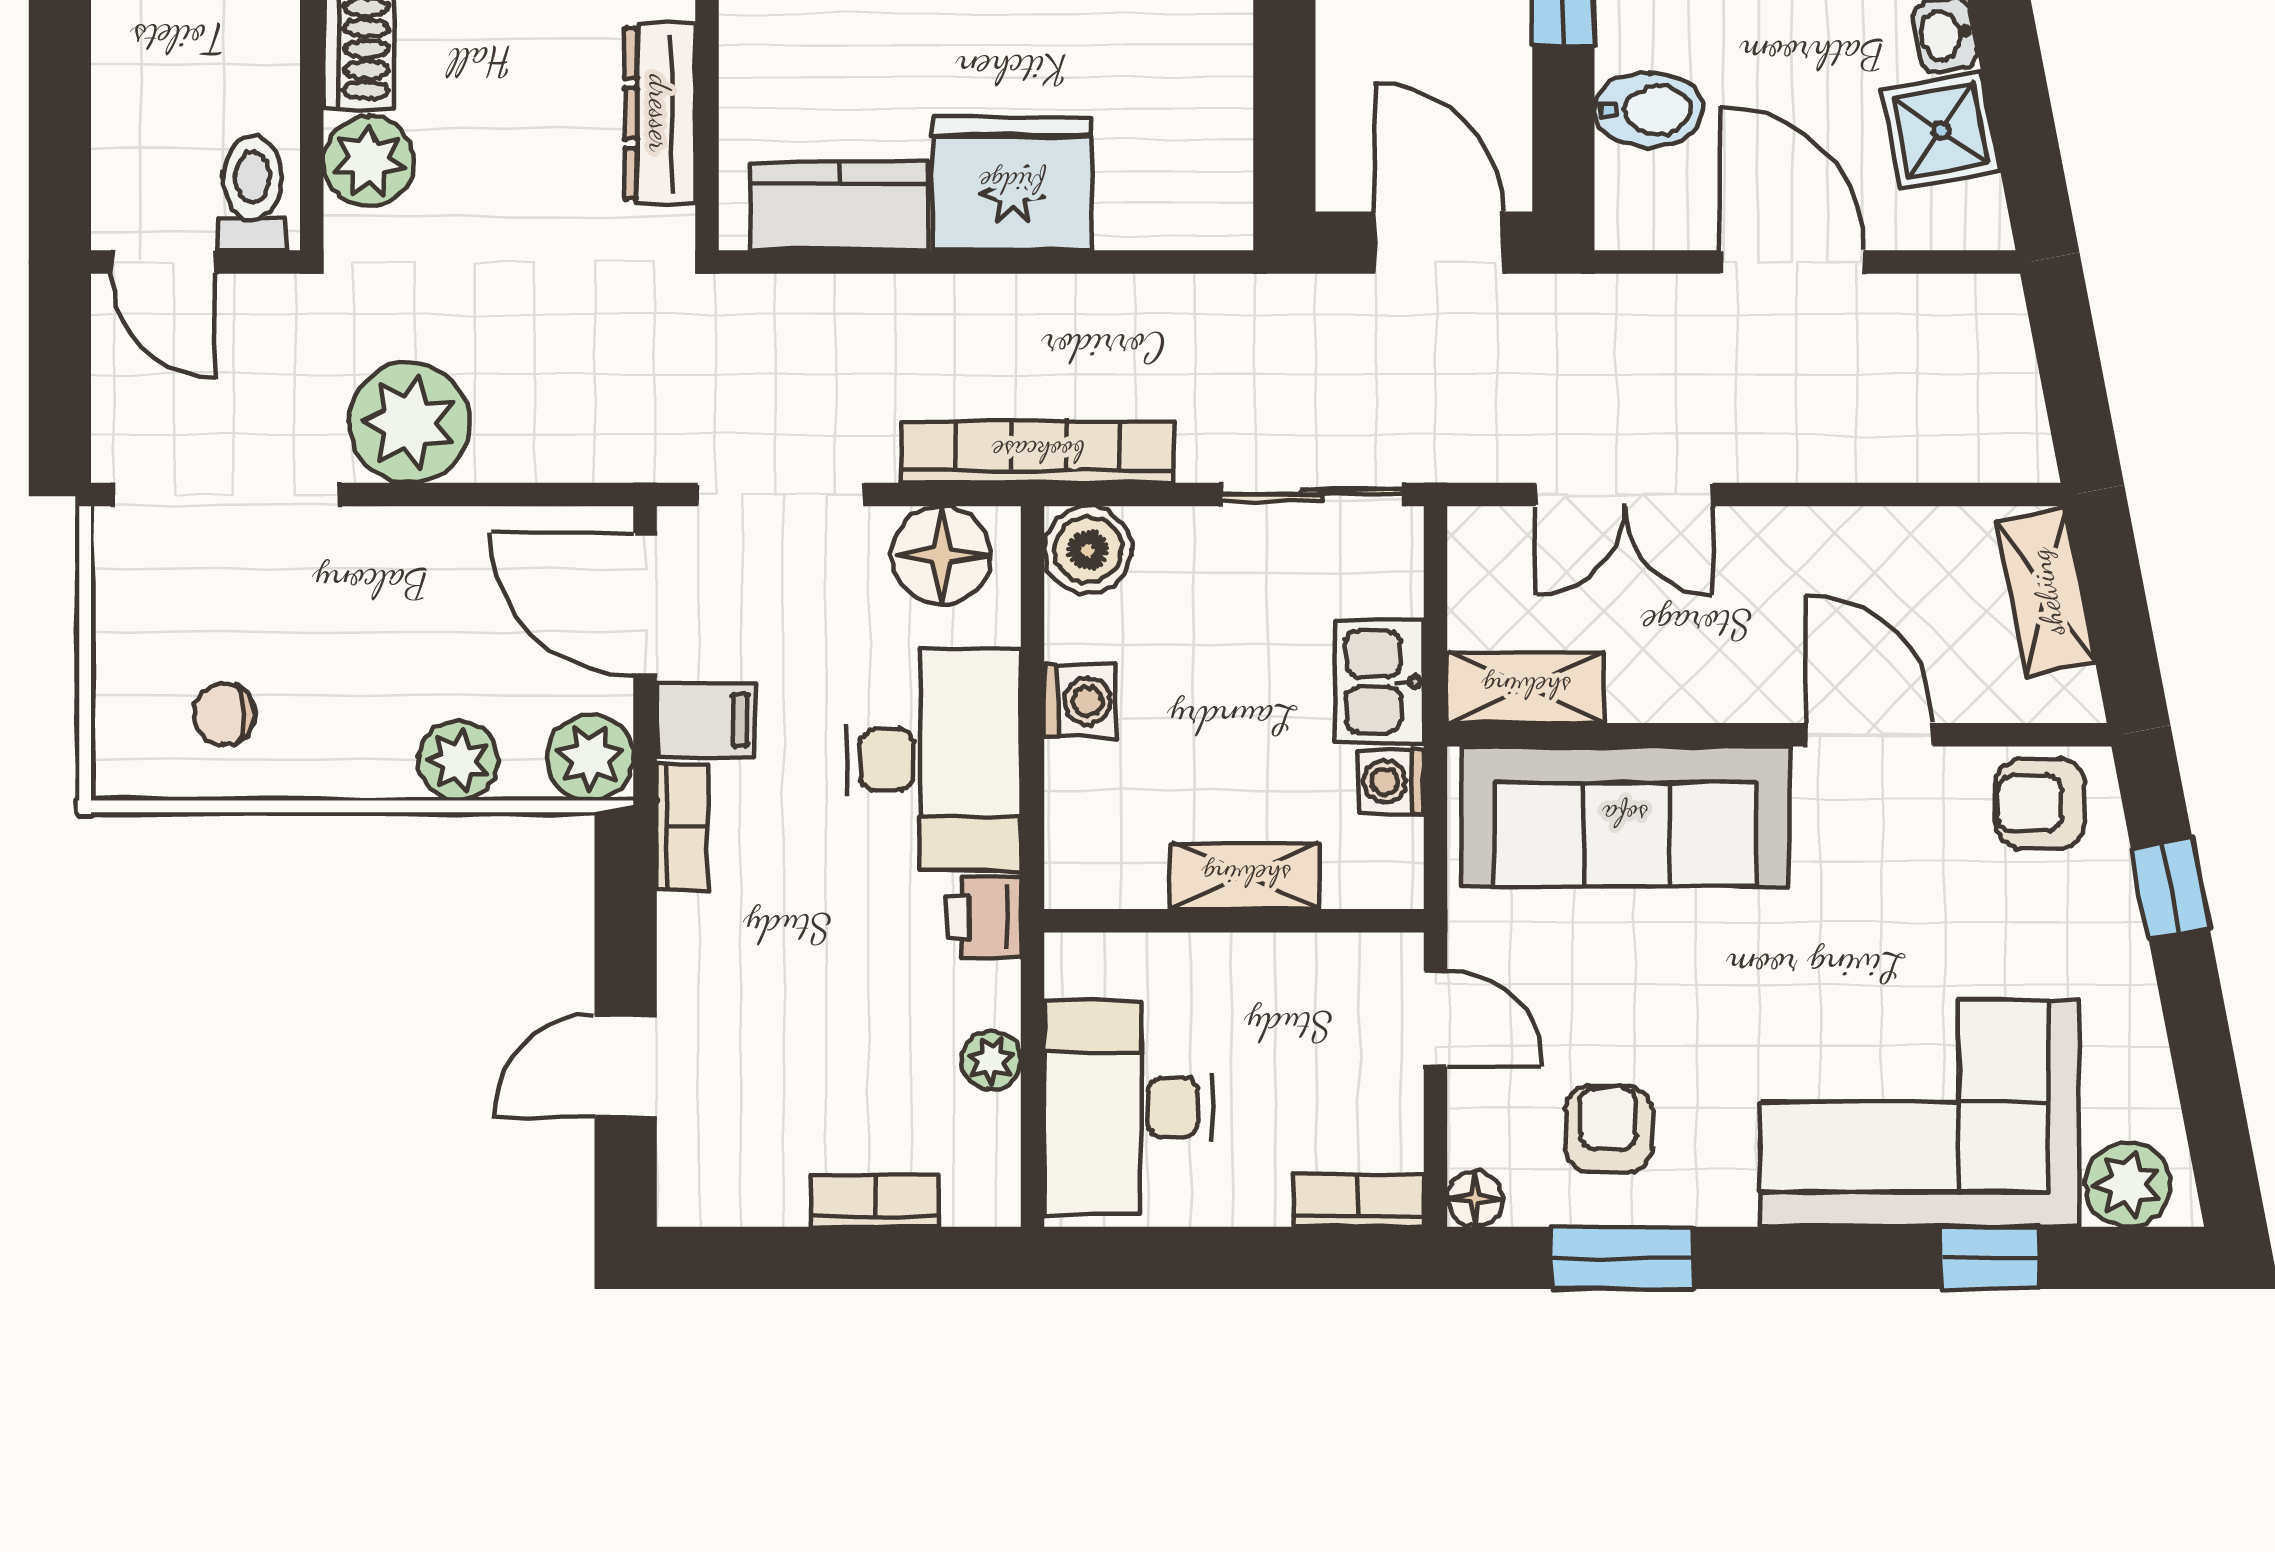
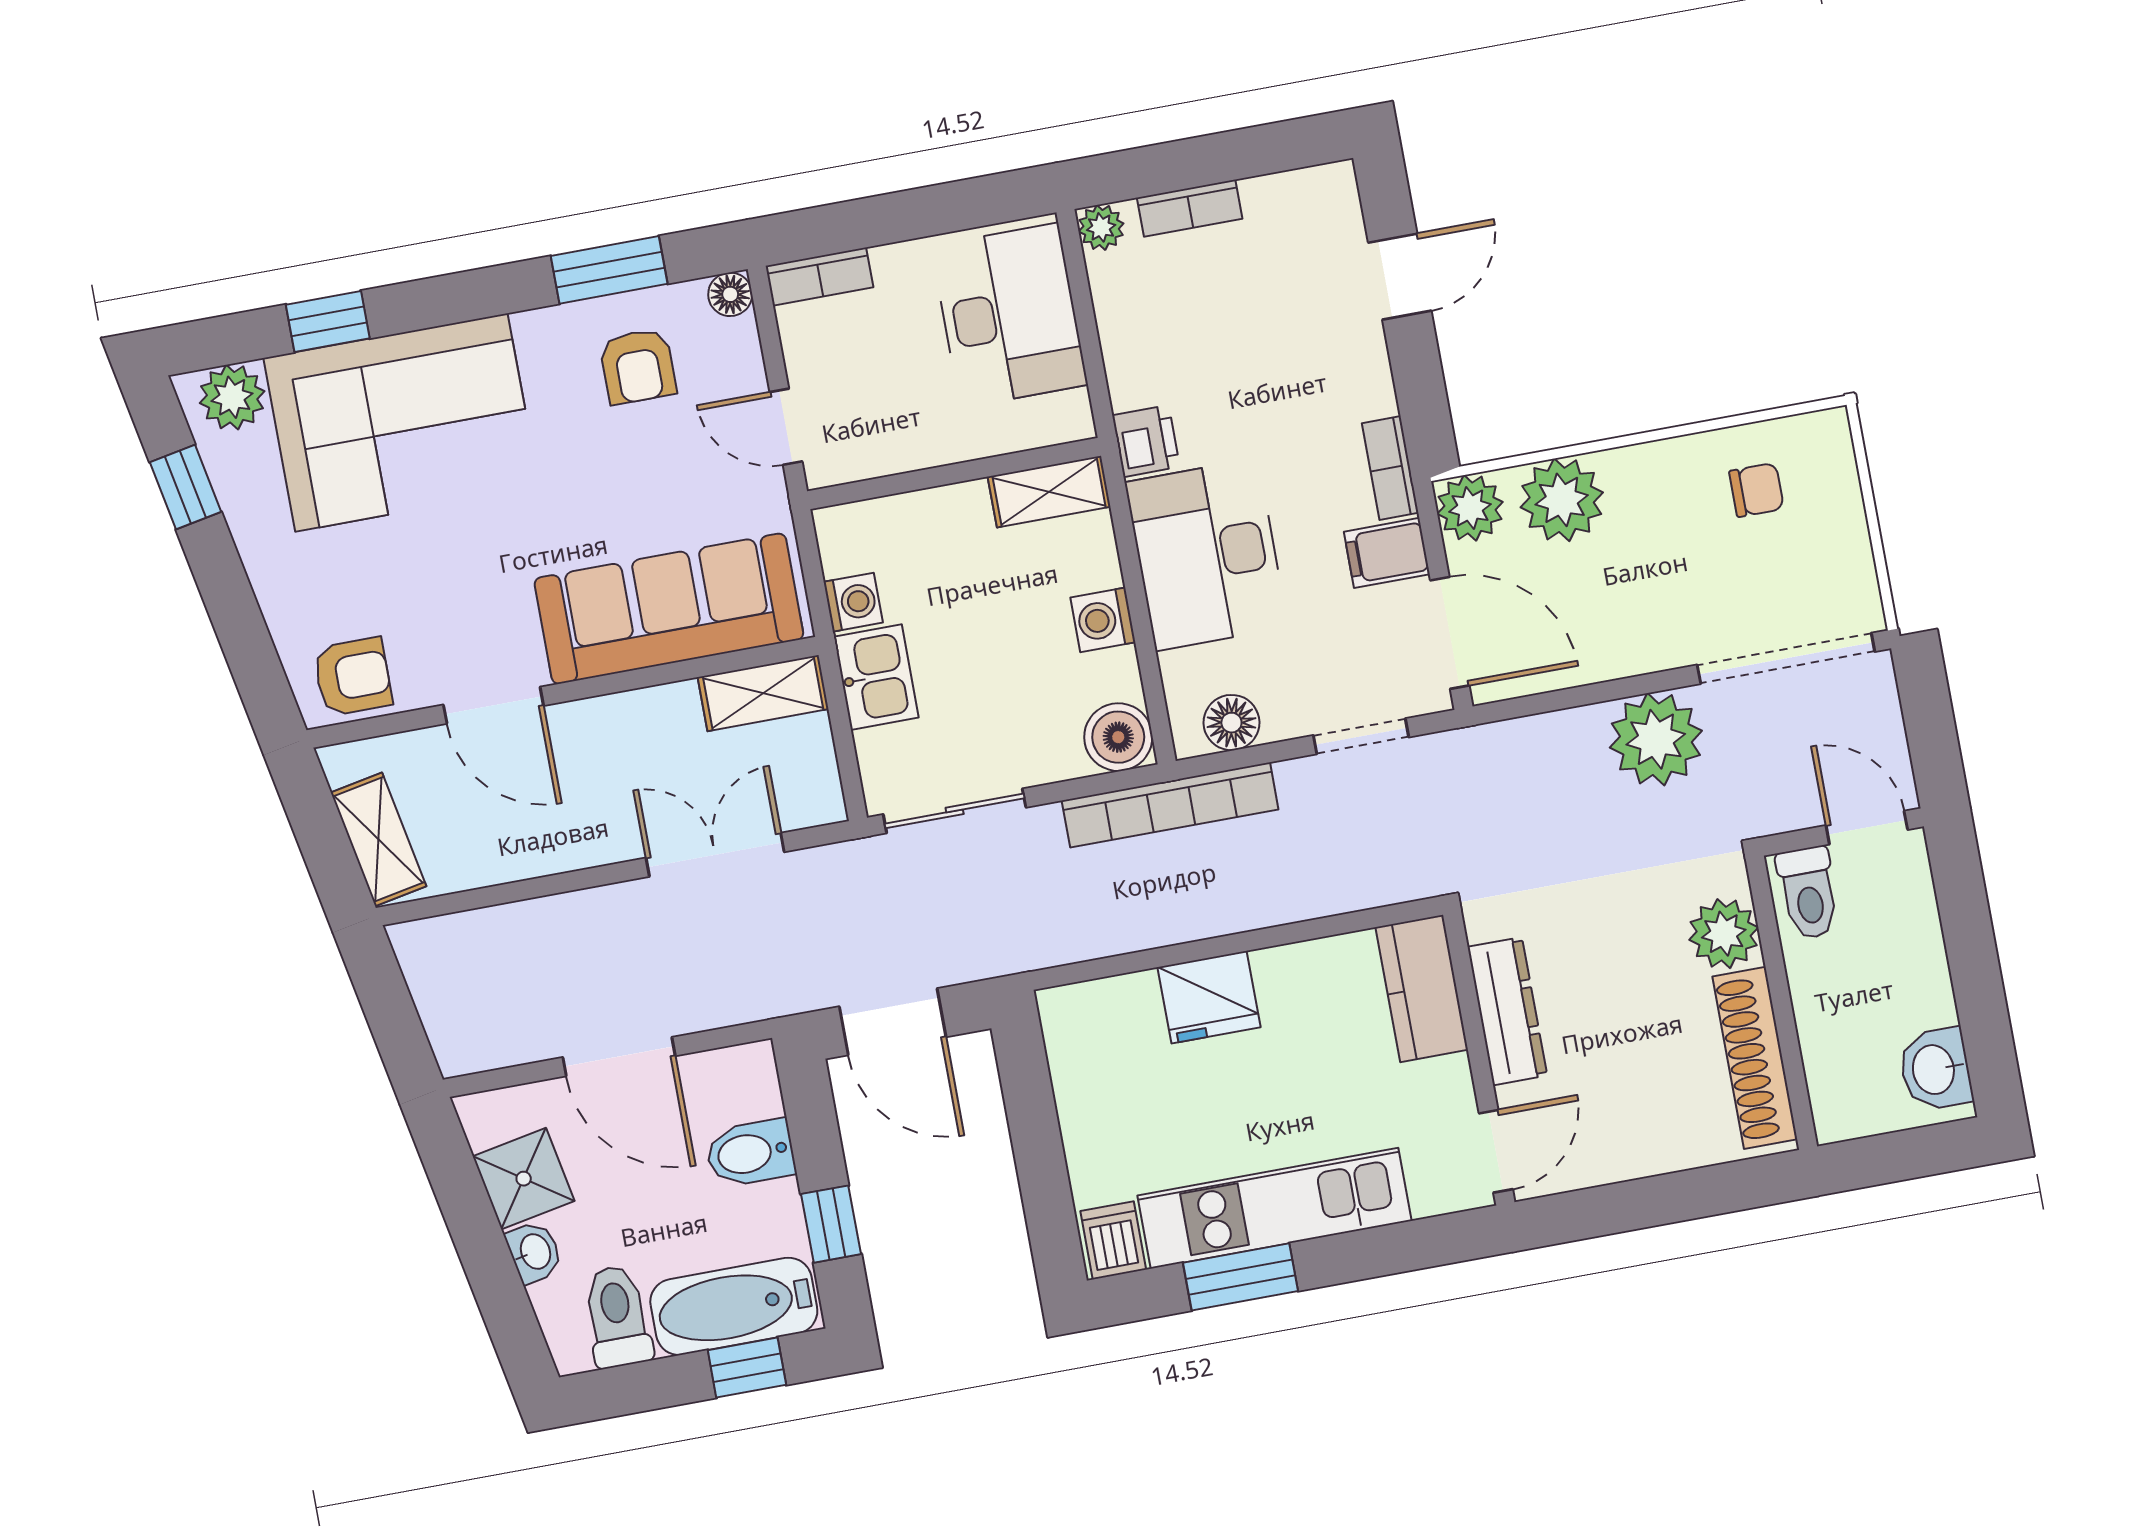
fridge: (1012, 183) -> (1209, 997), width x0.73, depth x0.75
kitchen counter: (839, 206) -> (1422, 988), moved, turned 90
doorway: (781, 494) -> (1361, 736), width x0.73
floor lamp: (941, 555) -> (1231, 723), width x0.73, depth x0.73
plant: (458, 761) -> (1562, 500), width x1.36, depth x1.36
shelving: (1246, 876) -> (1049, 492), moved
window: (2170, 889) -> (185, 487), moved
plant: (991, 1060) -> (1101, 227), moved

